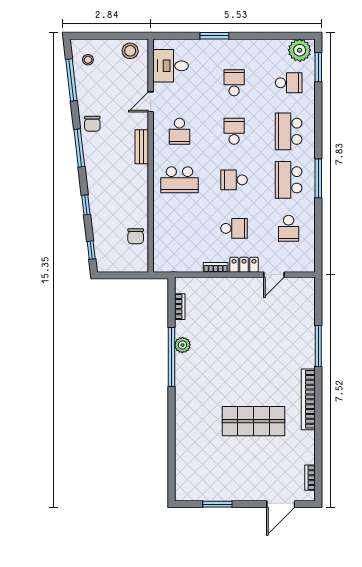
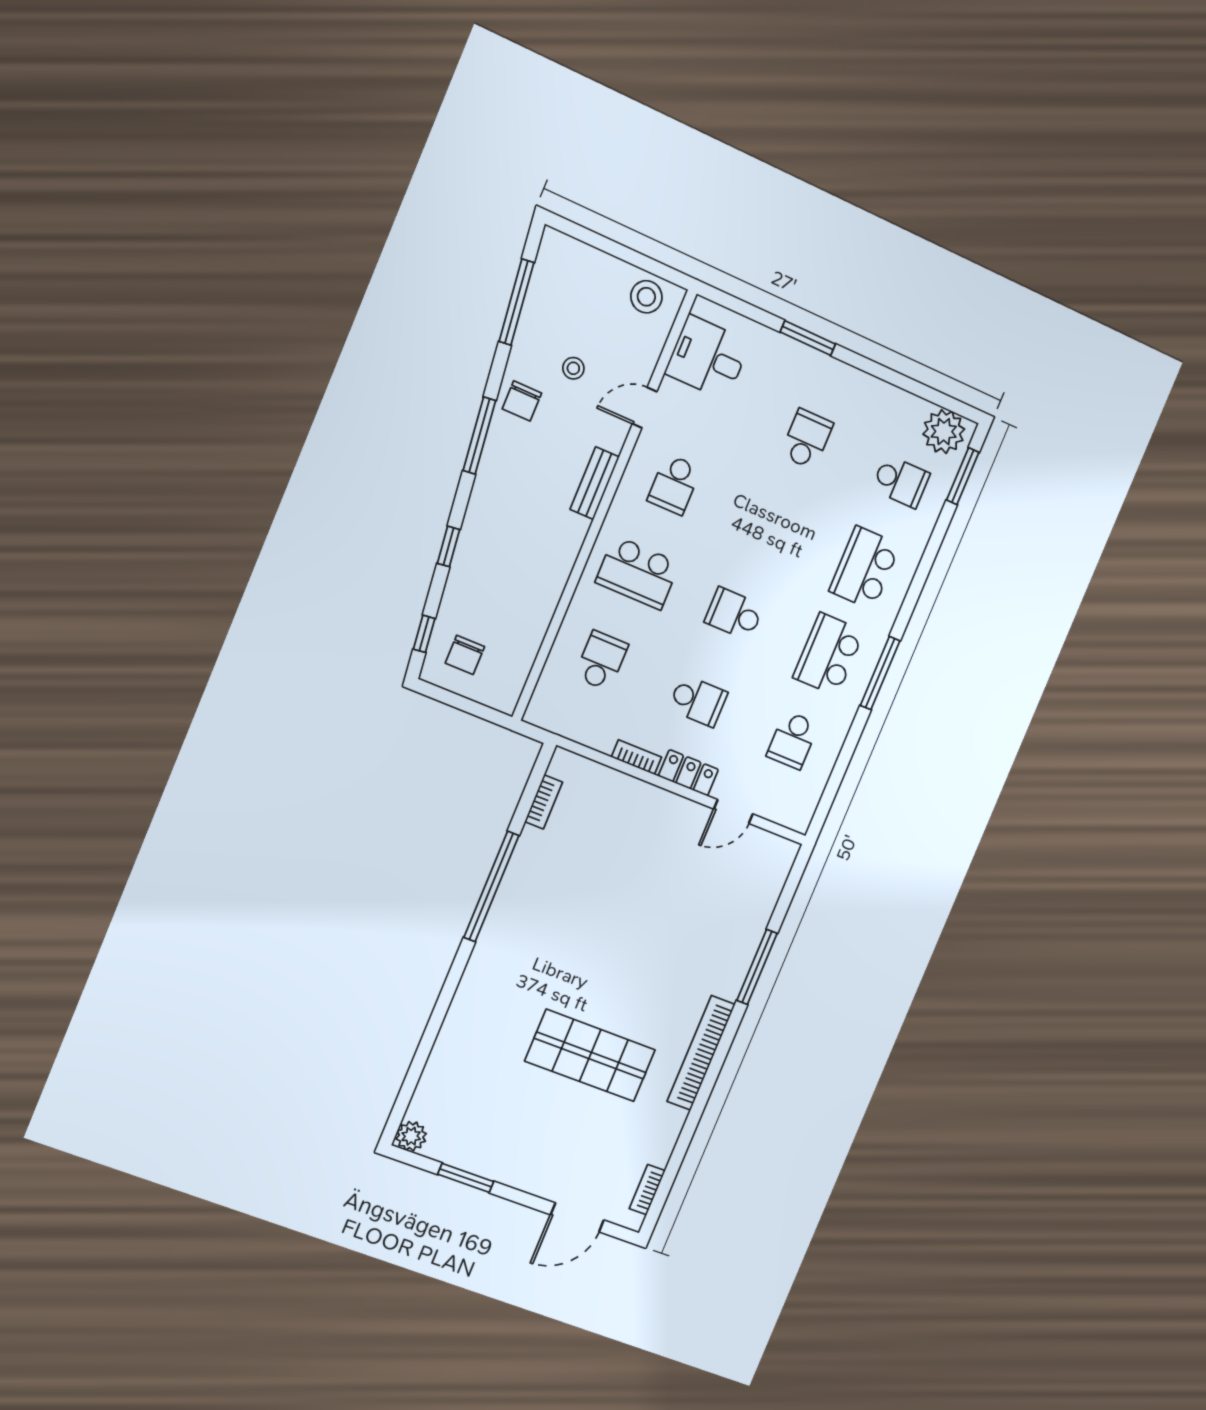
stool: (88, 60) -> (573, 368), moved
school desk: (234, 131) -> (601, 661), moved
chair: (136, 236) -> (465, 655), moved
plant: (182, 345) -> (411, 1136), moved

